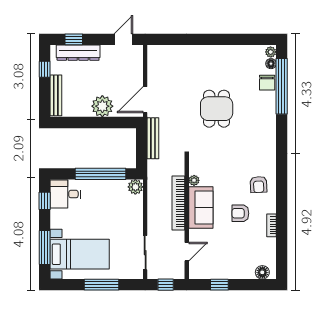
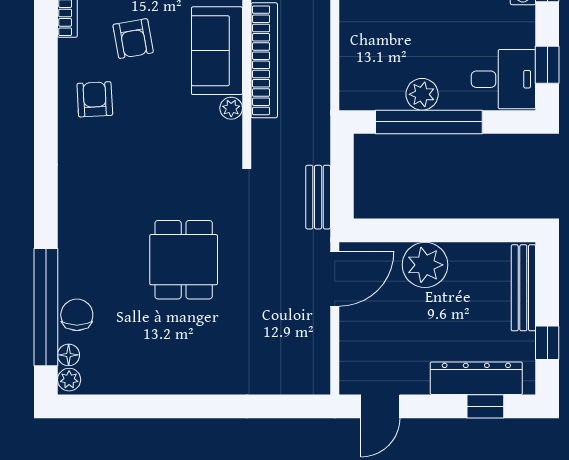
bench: (153, 138) -> (318, 197), width x0.73
plant: (135, 187) -> (422, 94), moved
armchair: (240, 213) -> (133, 39), turned 80

